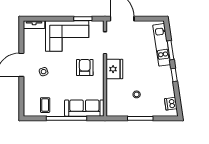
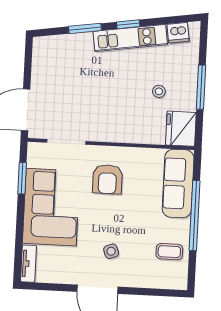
kitchen unit: (162, 45) -> (130, 38), moved
armchair: (85, 67) -> (107, 179), turned -90
fridge: (114, 69) -> (181, 129), moved, turned -90

